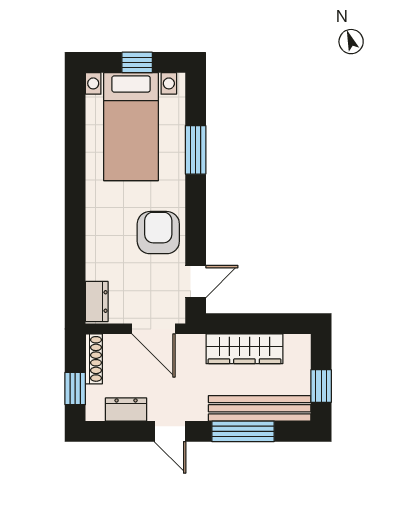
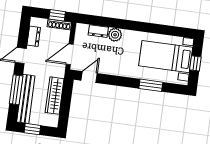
armchair: (158, 233) -> (114, 63), removed
plant: (100, 239) -> (115, 35), added
door: (196, 282) -> (89, 77), swing flipped
dresser: (97, 302) -> (98, 31), moved
window: (75, 389) -> (57, 15), moved

